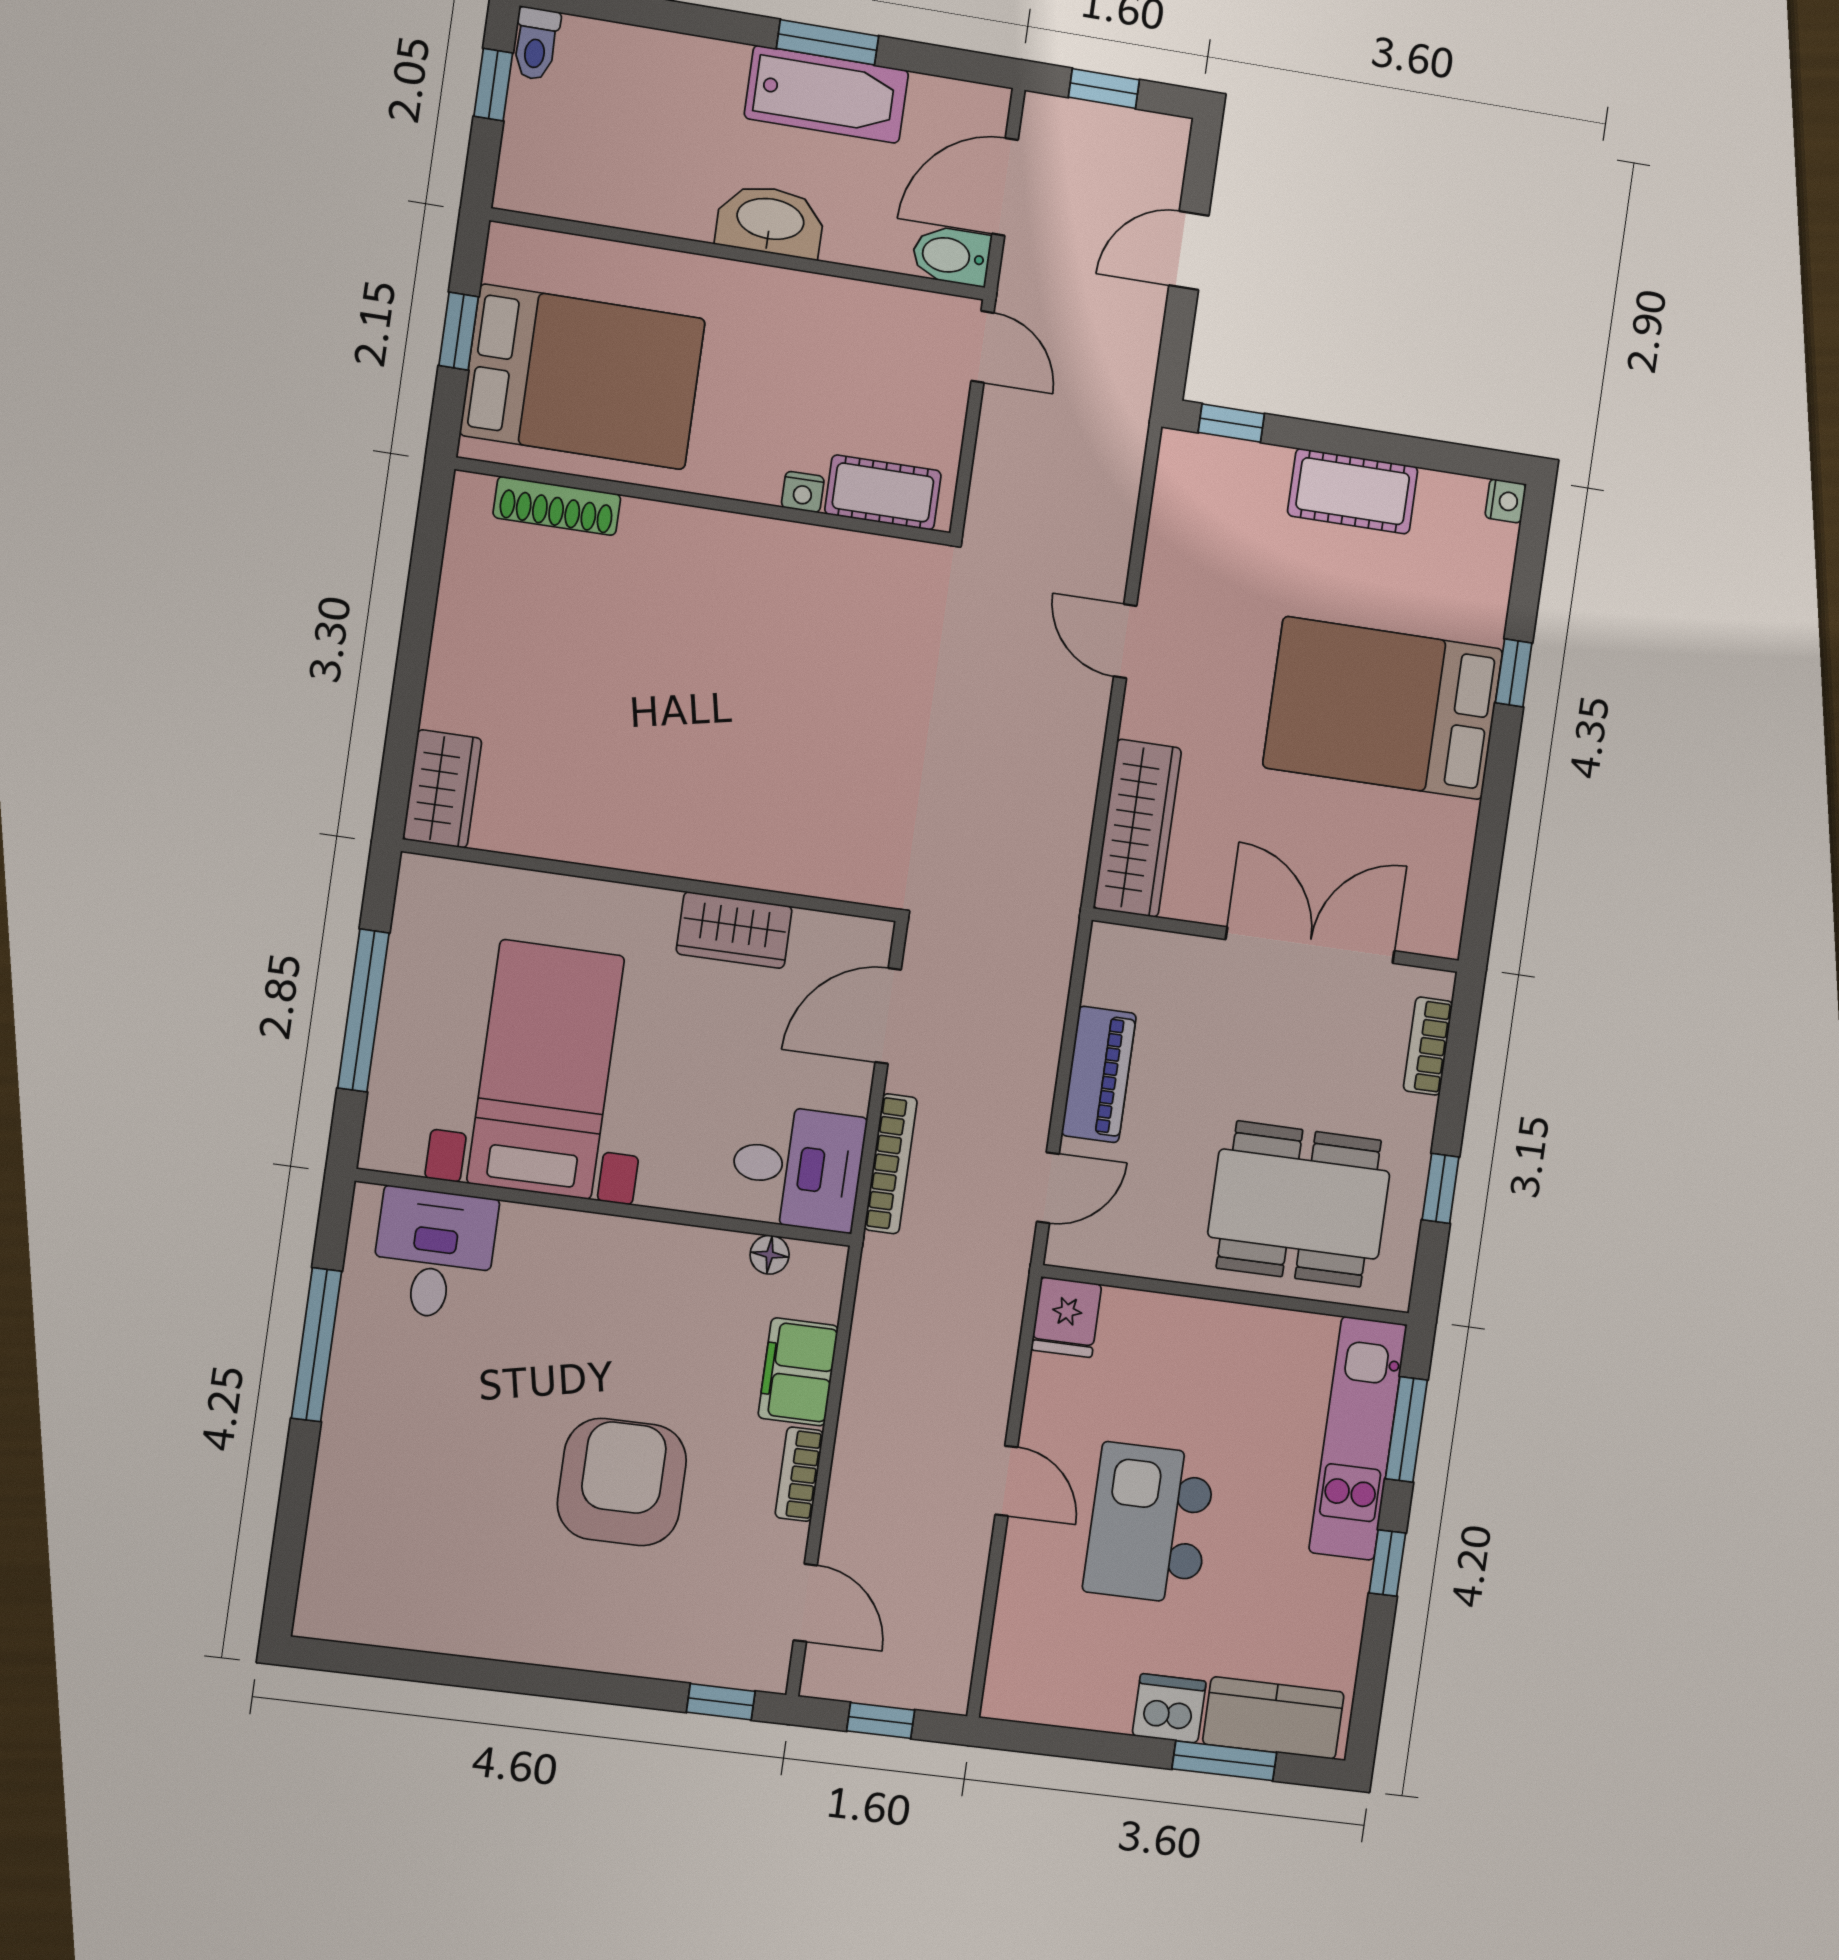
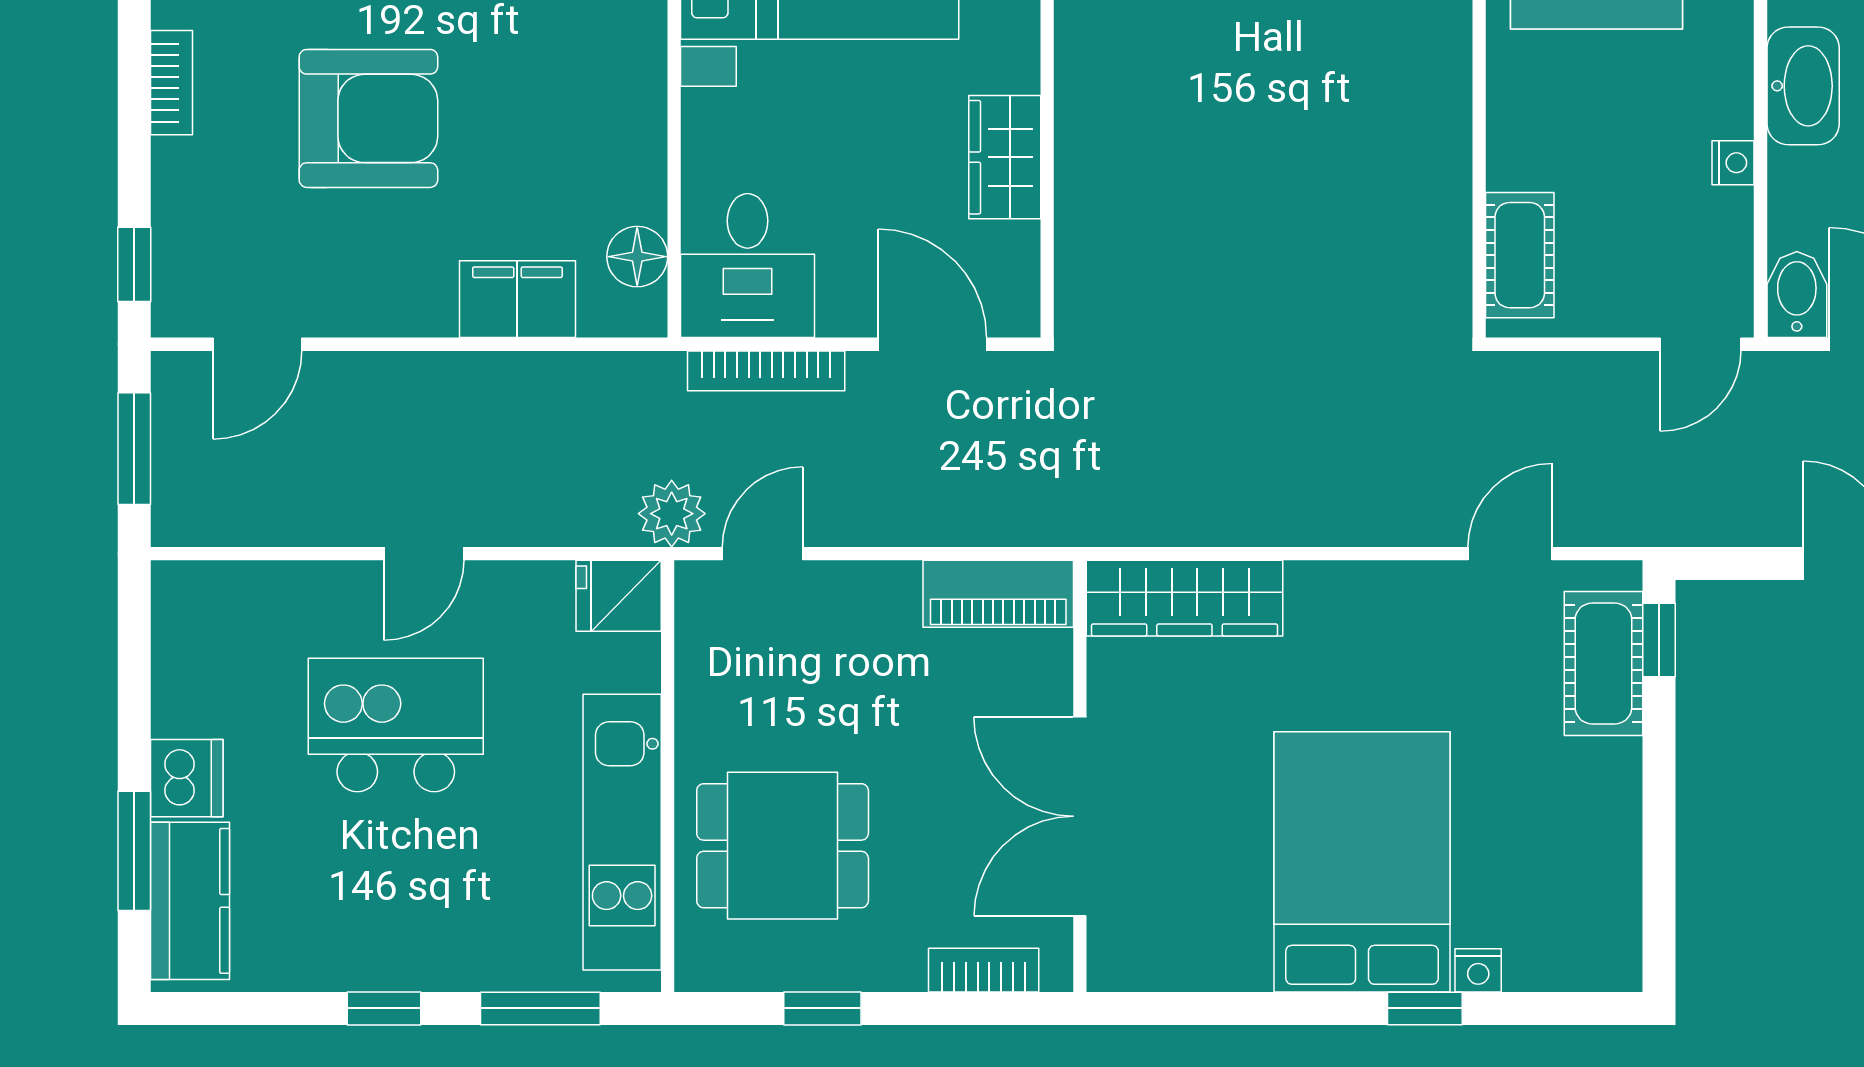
cot: (1353, 491) -> (1603, 663), moved
nightstand: (803, 492) -> (1733, 163), moved, turned 180
nightstand: (1505, 501) -> (1478, 970), moved
door: (1125, 641) -> (1510, 554), moved
double door: (1310, 945) -> (1080, 816), swing flipped
piano: (1099, 1074) -> (998, 594), moved
door: (1048, 1188) -> (763, 554), swing flipped
dining table: (1299, 1204) -> (783, 846), width x0.73
floor lamp: (770, 1255) -> (637, 257), width x1.37, depth x1.37
plant: (1002, 1262) -> (672, 514), added
kitchen unit: (1358, 1438) -> (622, 832), moved, turned -90
bookcase: (799, 1474) -> (171, 83), moved, turned 90
window: (881, 1720) -> (134, 449), width x1.50

